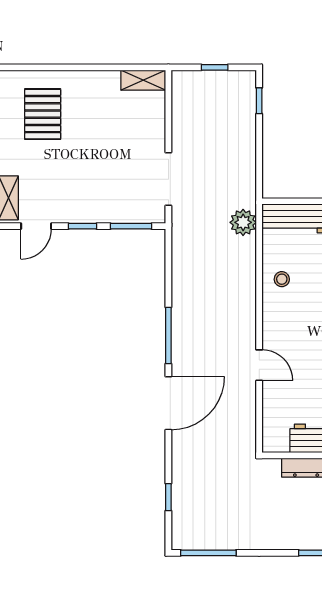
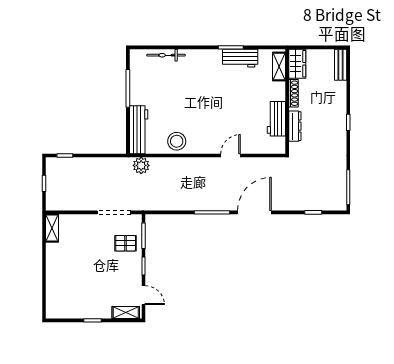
pallet: (43, 114) -> (126, 243), moved, width x0.67, depth x0.71
stool: (282, 279) -> (177, 141), width x1.89, depth x1.89
door: (168, 403) -> (254, 212), hinge flipped

